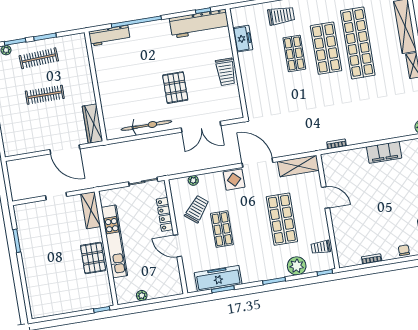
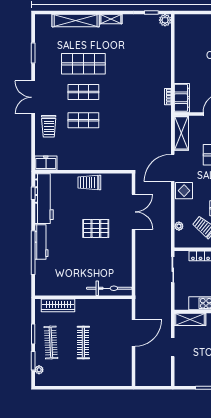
trolley: (281, 16) -> (49, 126), turned 180
workbench: (109, 36) -> (41, 242), moved
freezer: (243, 39) -> (46, 163), moved
shop shelf: (358, 43) -> (83, 64), width x0.71
shop shelf: (326, 48) -> (83, 92), width x0.70, depth x0.74
trolley: (226, 72) -> (89, 182), turned 180
wardrobe: (93, 124) -> (58, 305), moved
bicycle: (146, 125) -> (109, 288), moved, turned 90
filing cabinet: (384, 152) -> (182, 98), moved

